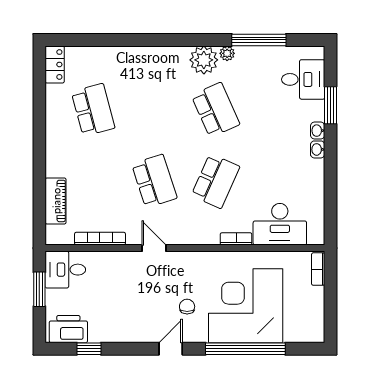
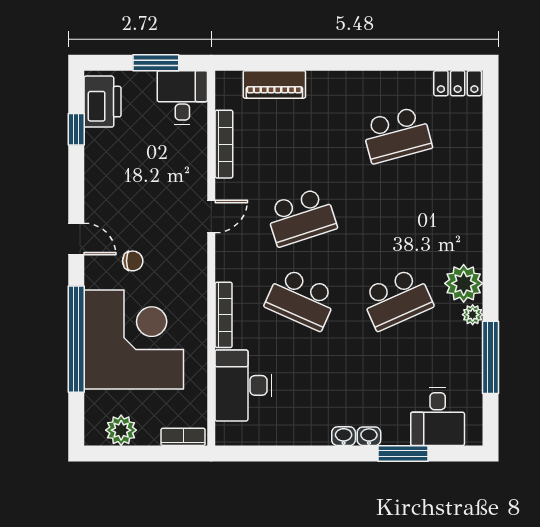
bookcase: (236, 239) -> (224, 315), width x1.56
plant: (313, 315) -> (121, 430), added

